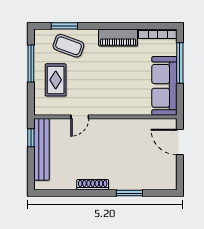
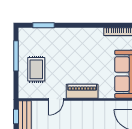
piano: (118, 38) -> (82, 91), moved, turned 180
coffee table: (68, 46) -> (47, 41), removed

